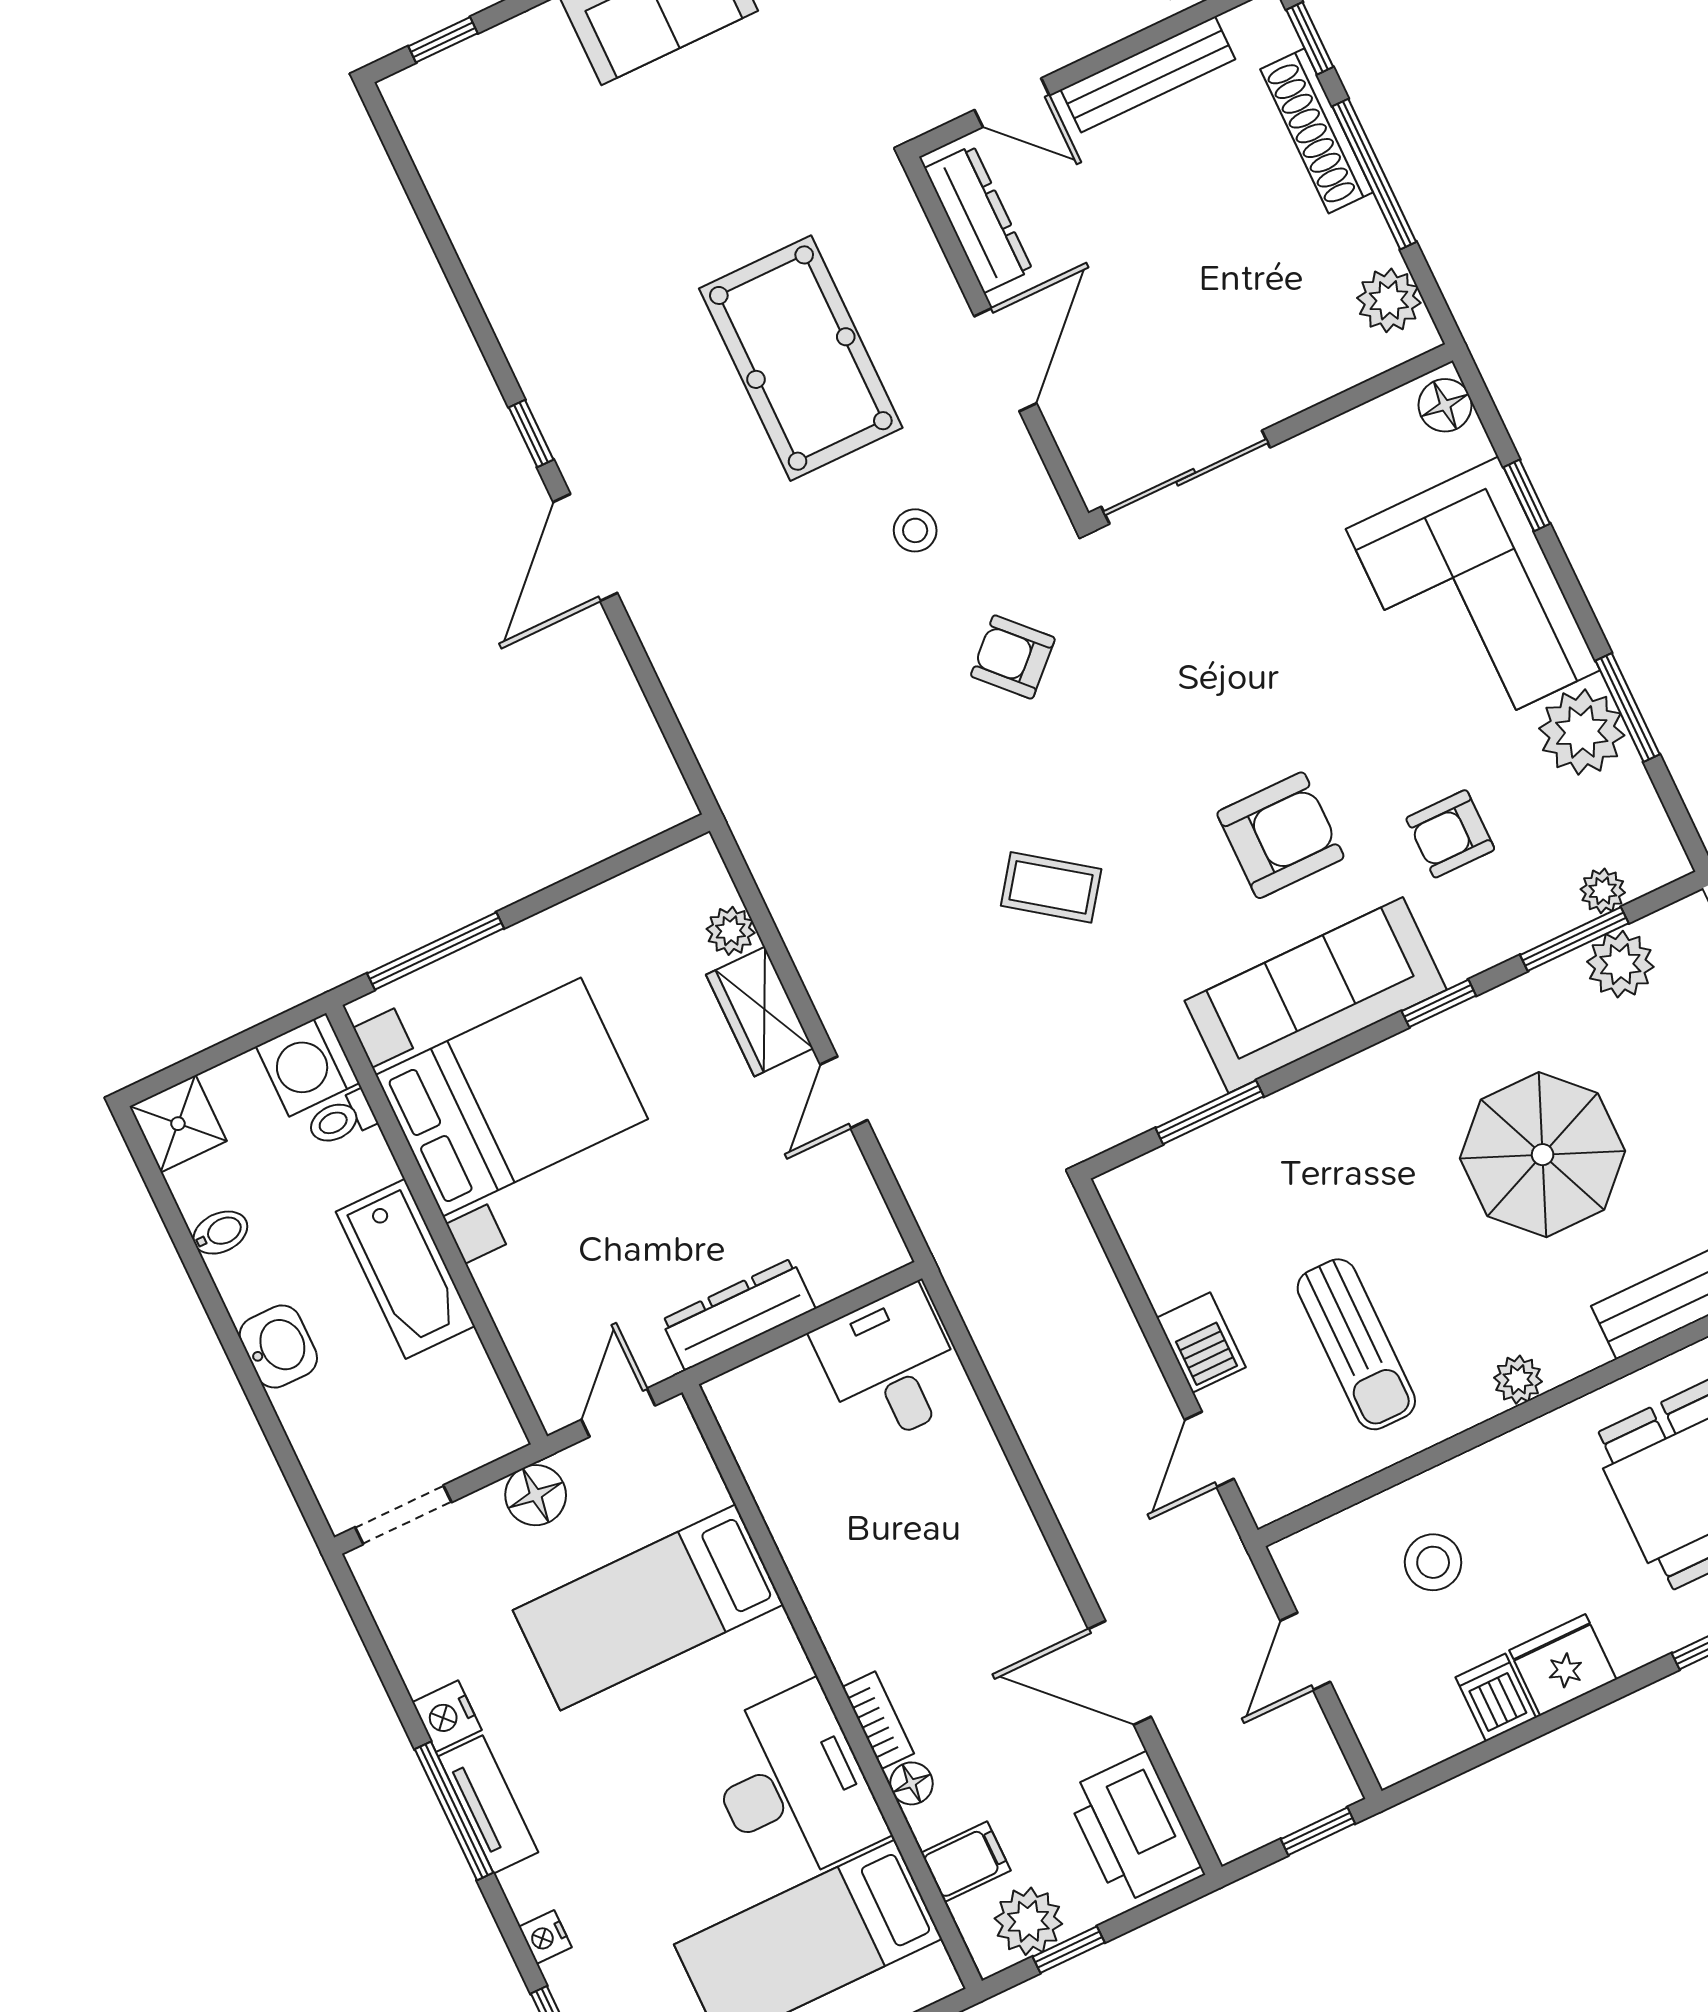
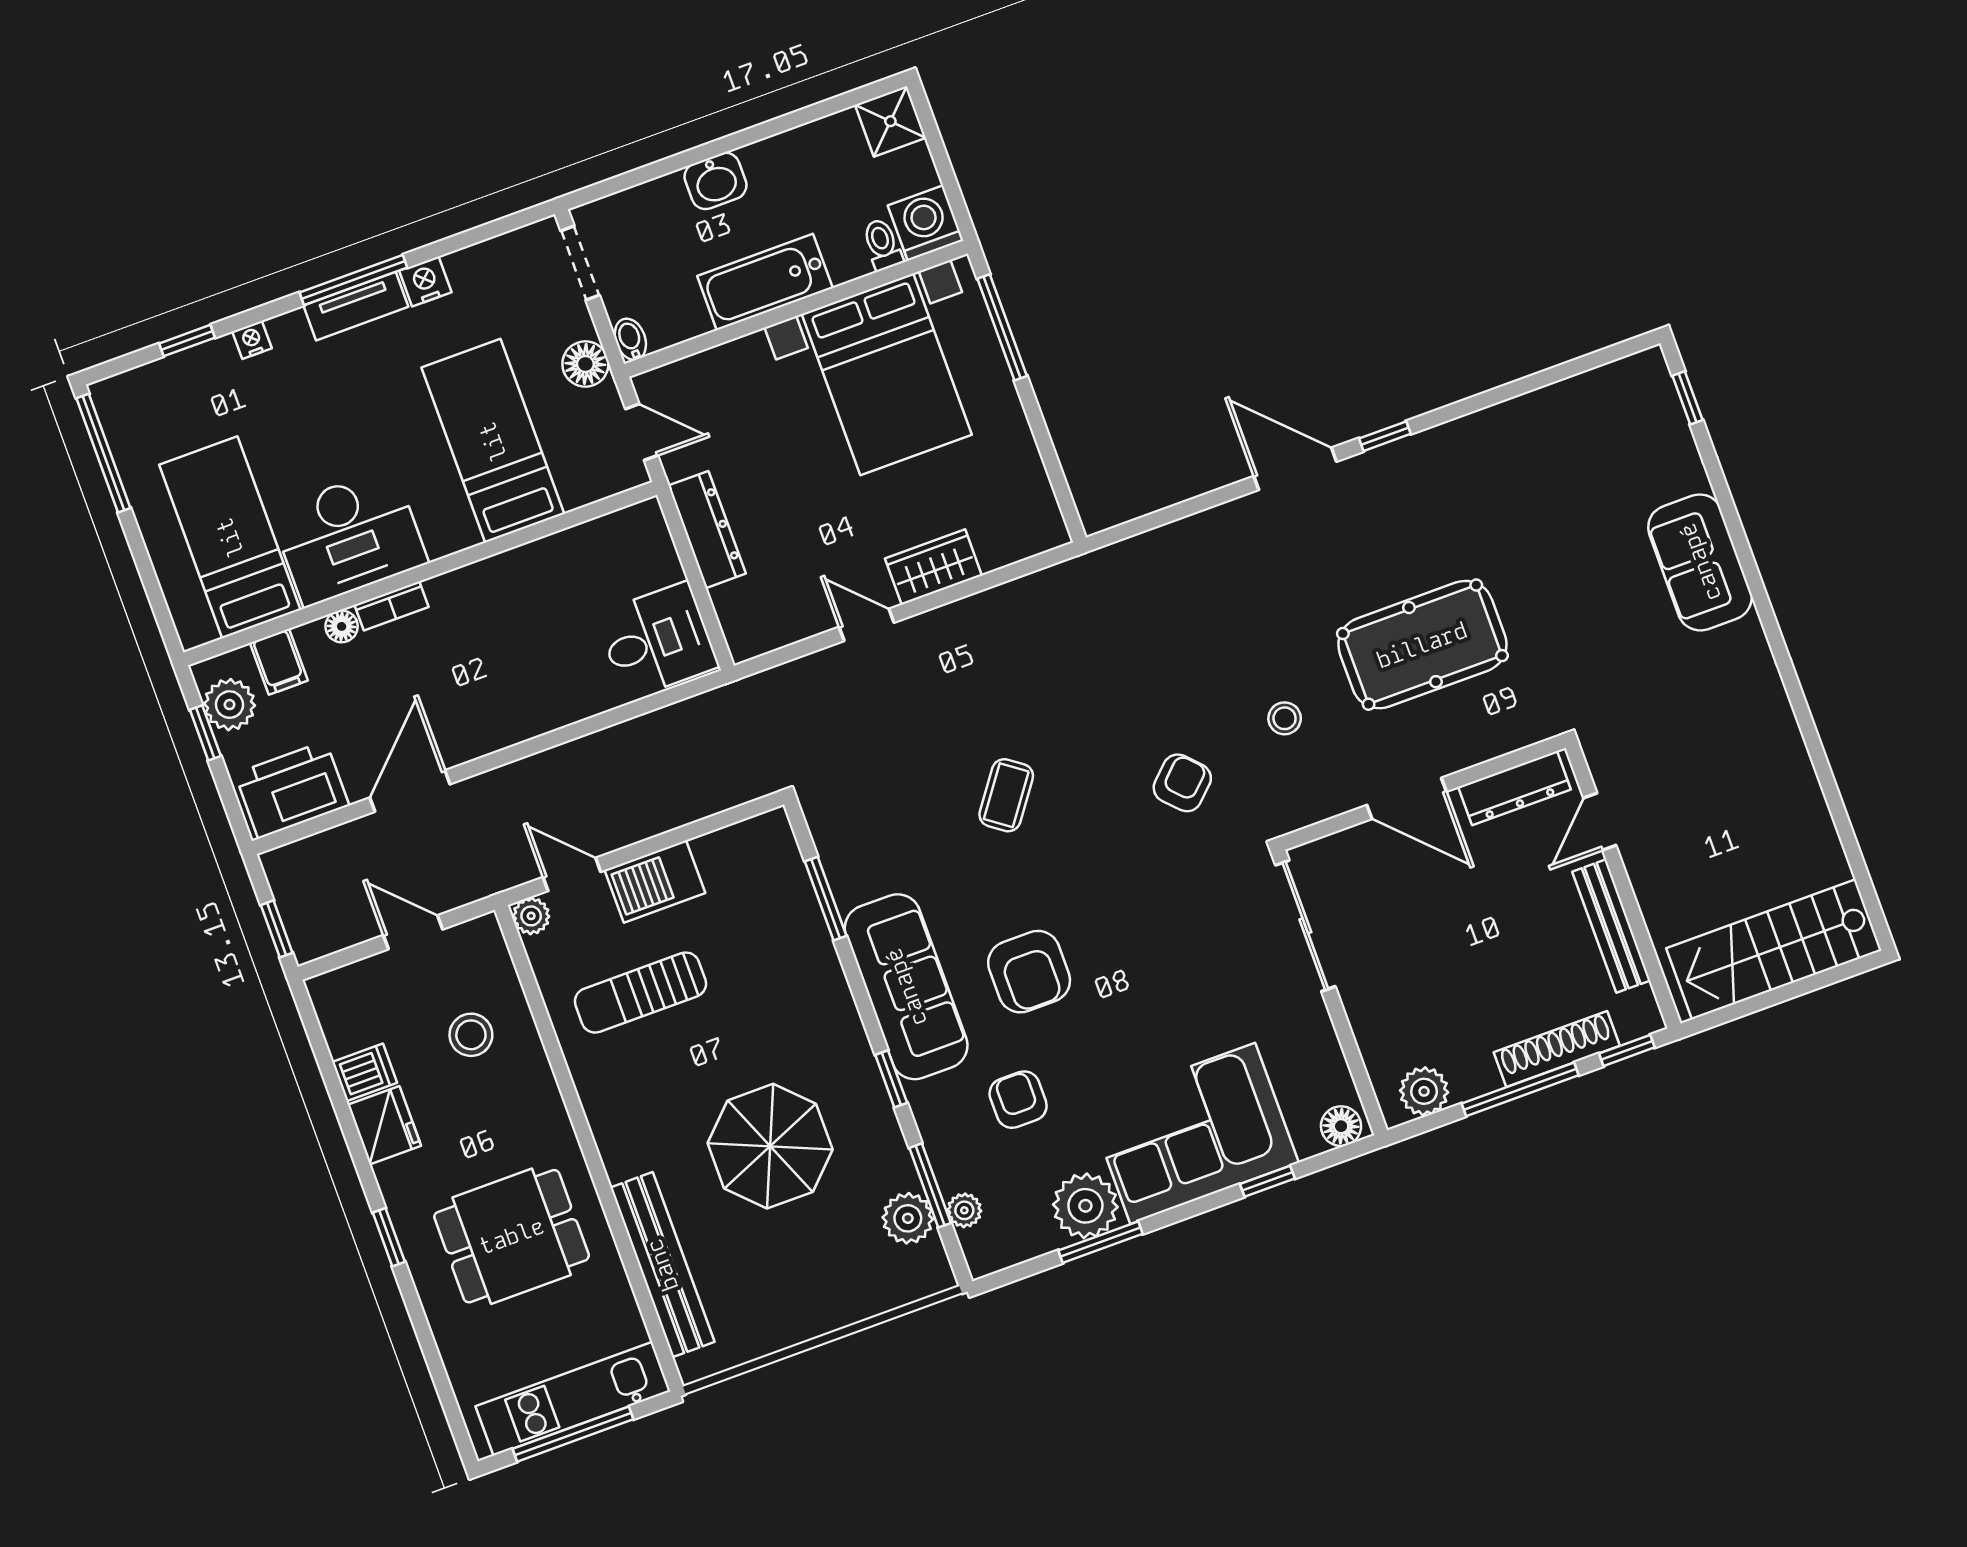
plant: (731, 931) -> (996, 551), removed
bidet: (220, 1233) -> (630, 339), moved, turned 180
barbecue: (1201, 1342) -> (655, 881), width x1.38, depth x1.27
plant: (1518, 1380) -> (531, 916), moved

